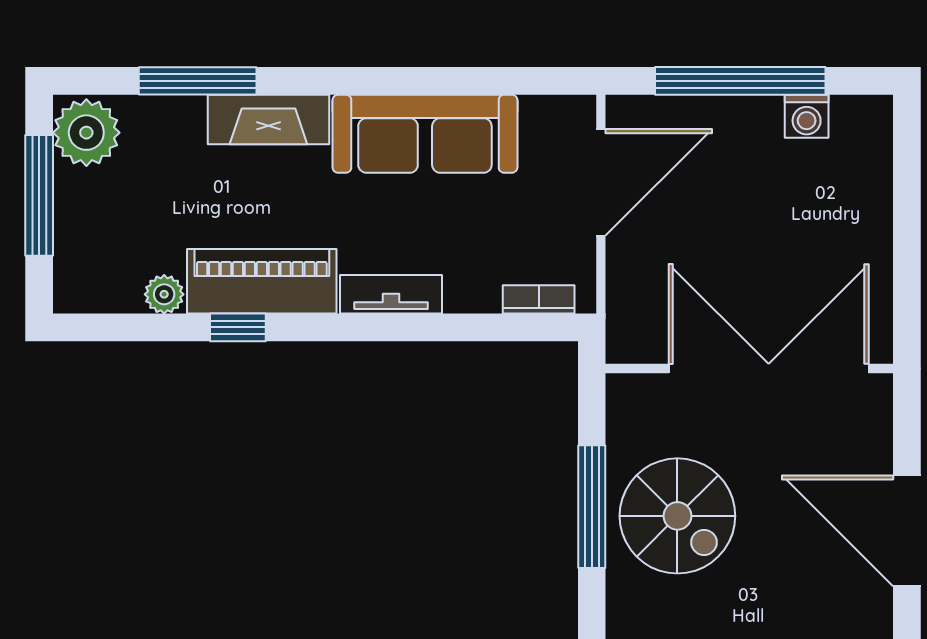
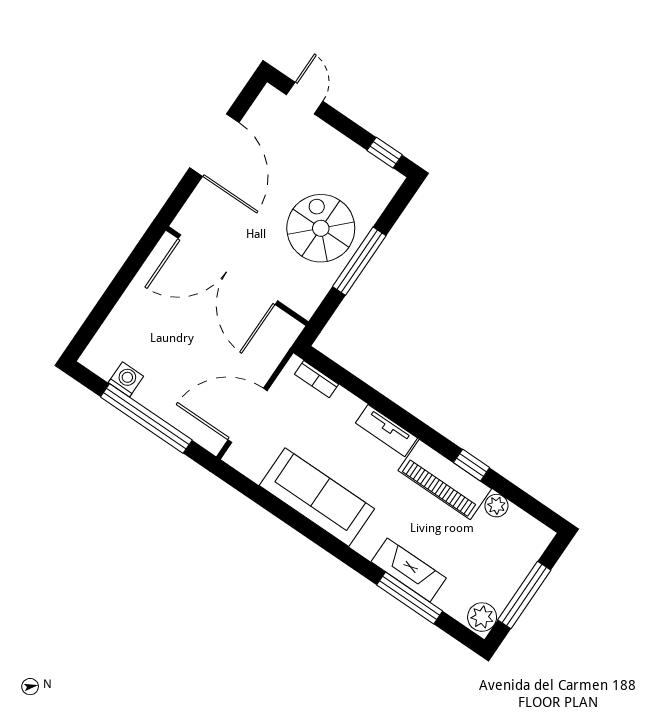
fireplace: (268, 119) -> (409, 570), moved
plant: (86, 133) -> (482, 617), width x0.73, depth x0.73

